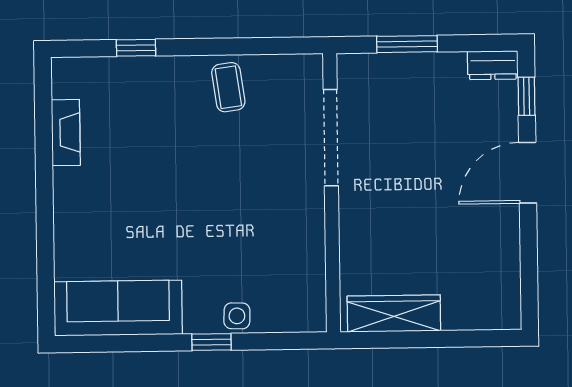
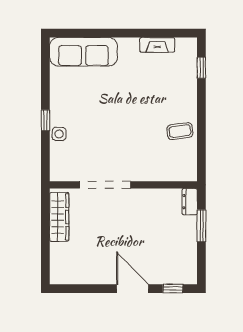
window: (136, 48) -> (201, 68), moved
dresser: (493, 65) -> (190, 202), moved
doorway: (331, 138) -> (105, 185), moved
sofa: (118, 308) -> (84, 52), moved, turned 90

